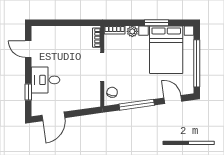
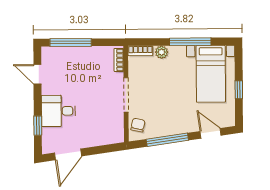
window: (56, 23) -> (71, 43), added
window: (156, 23) -> (190, 42), width x1.44
bed with nightstands: (166, 50) -> (211, 74), width x0.73
window: (197, 63) -> (239, 90), width x0.32

